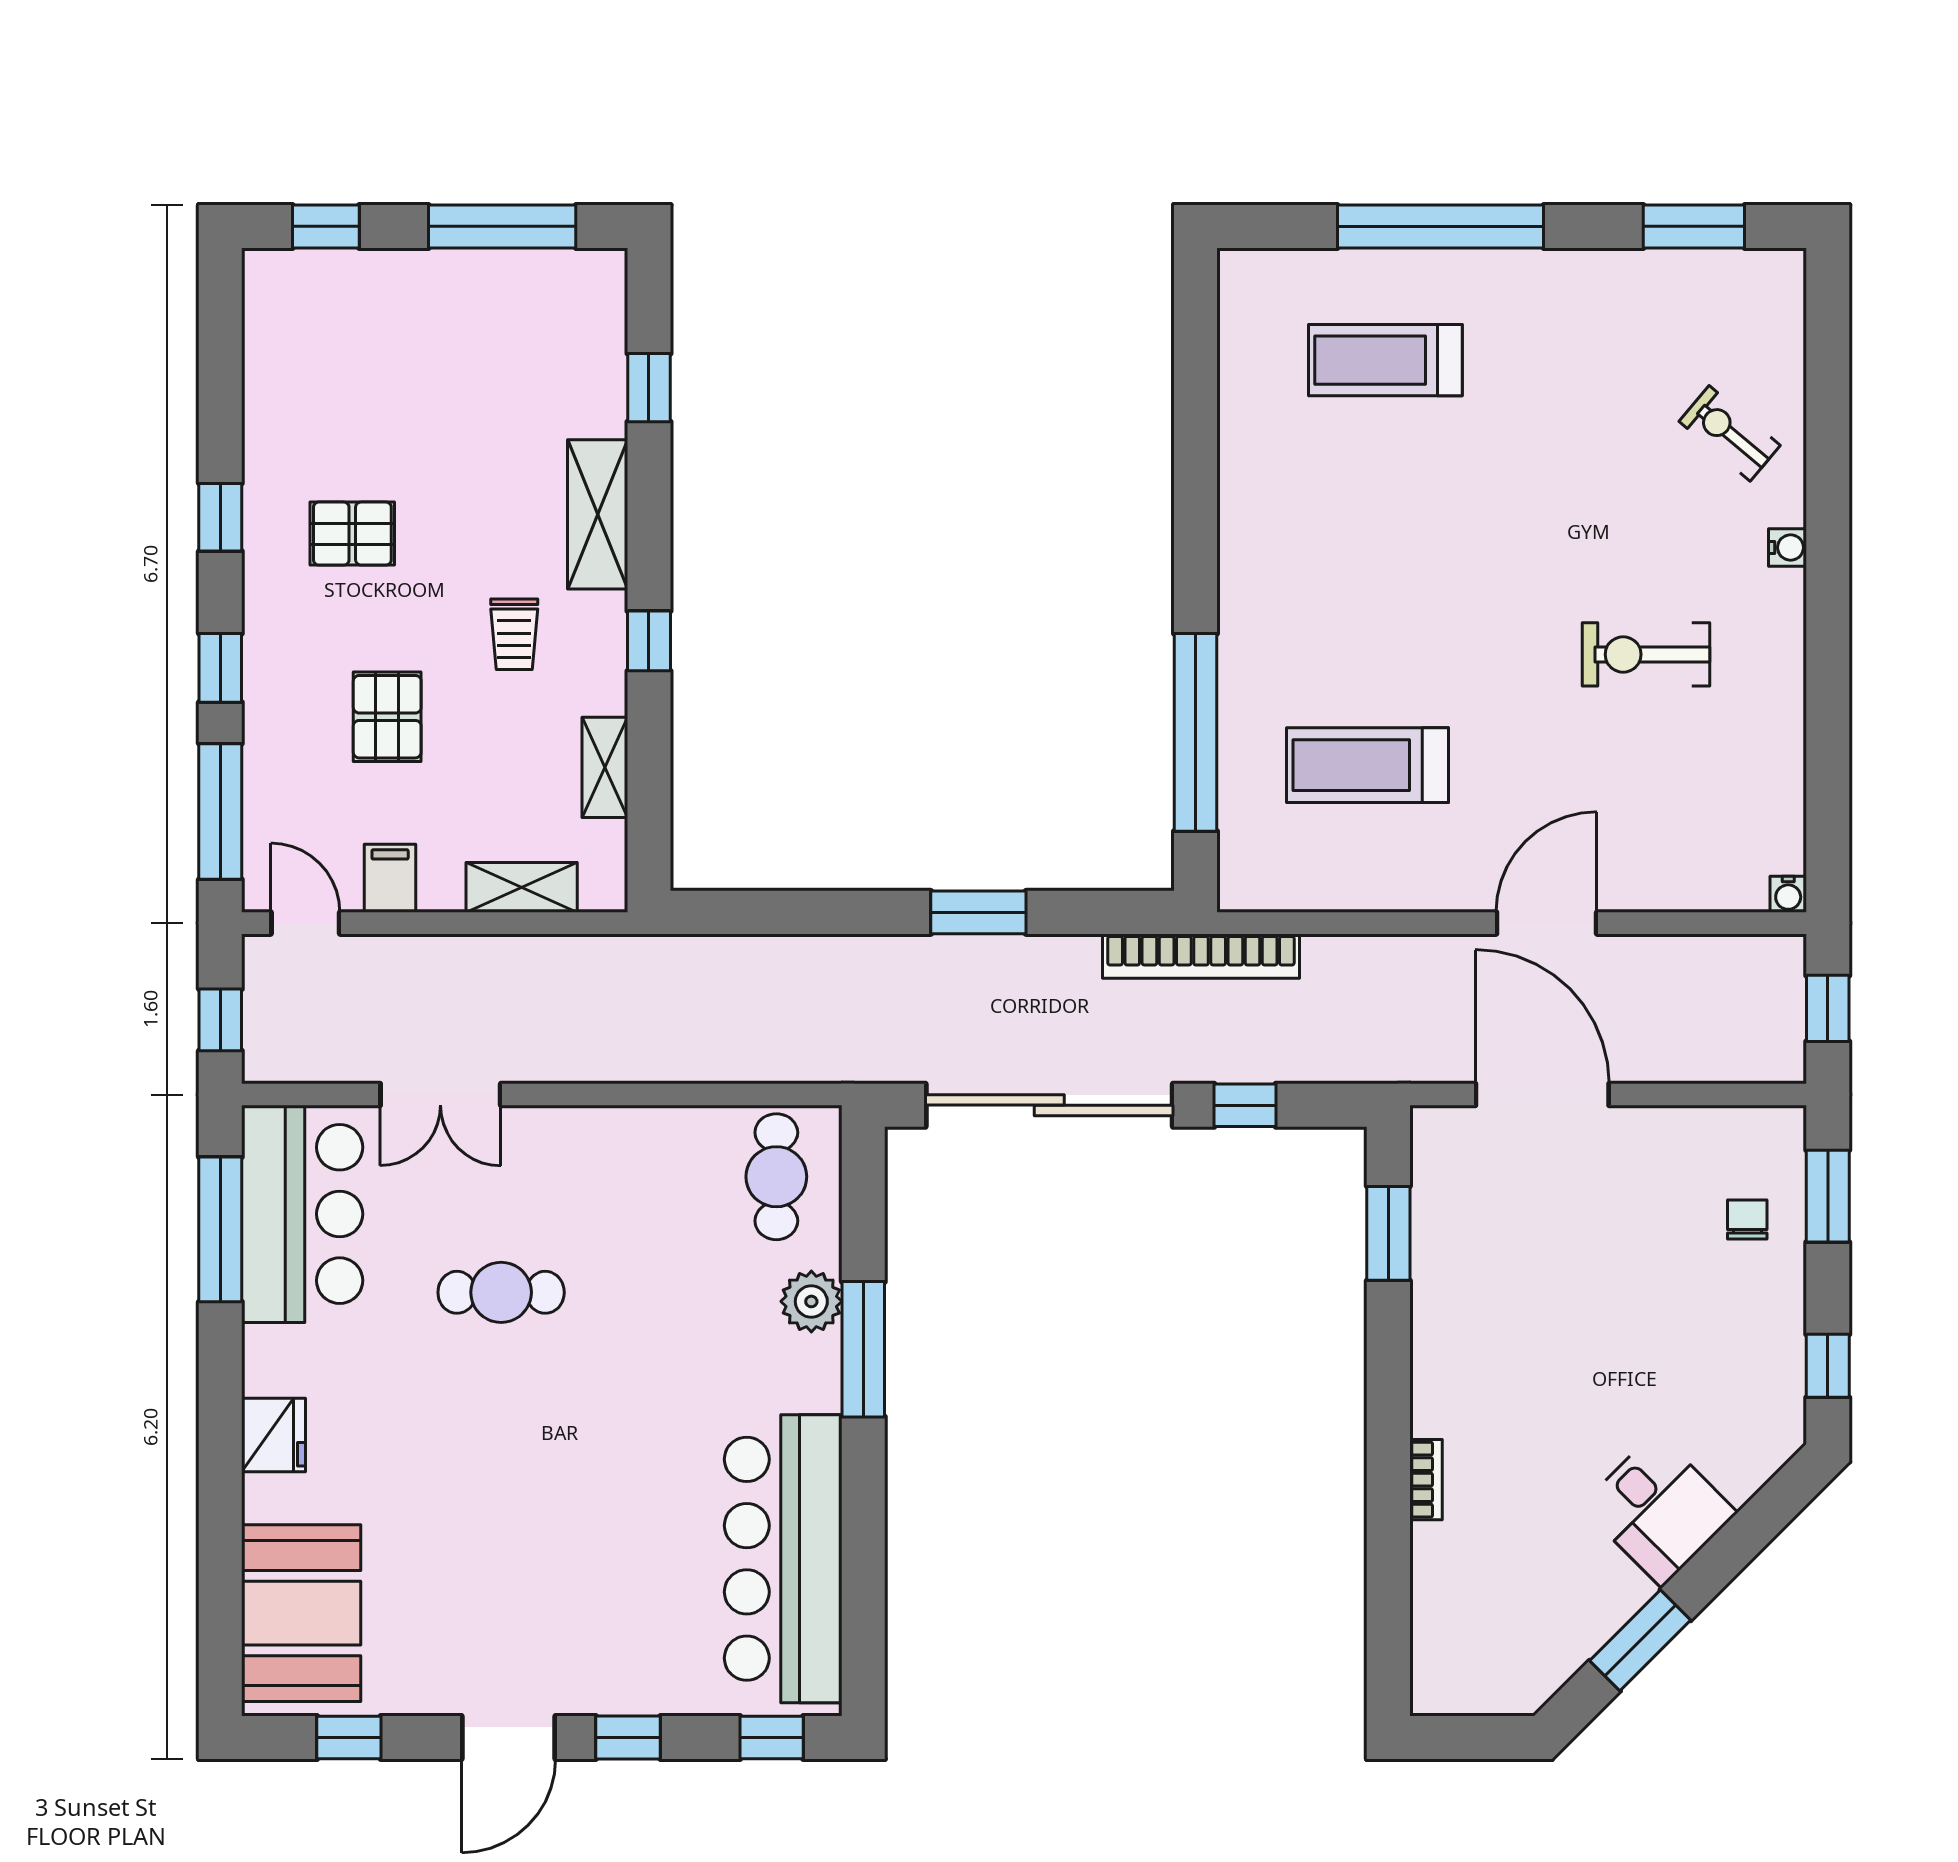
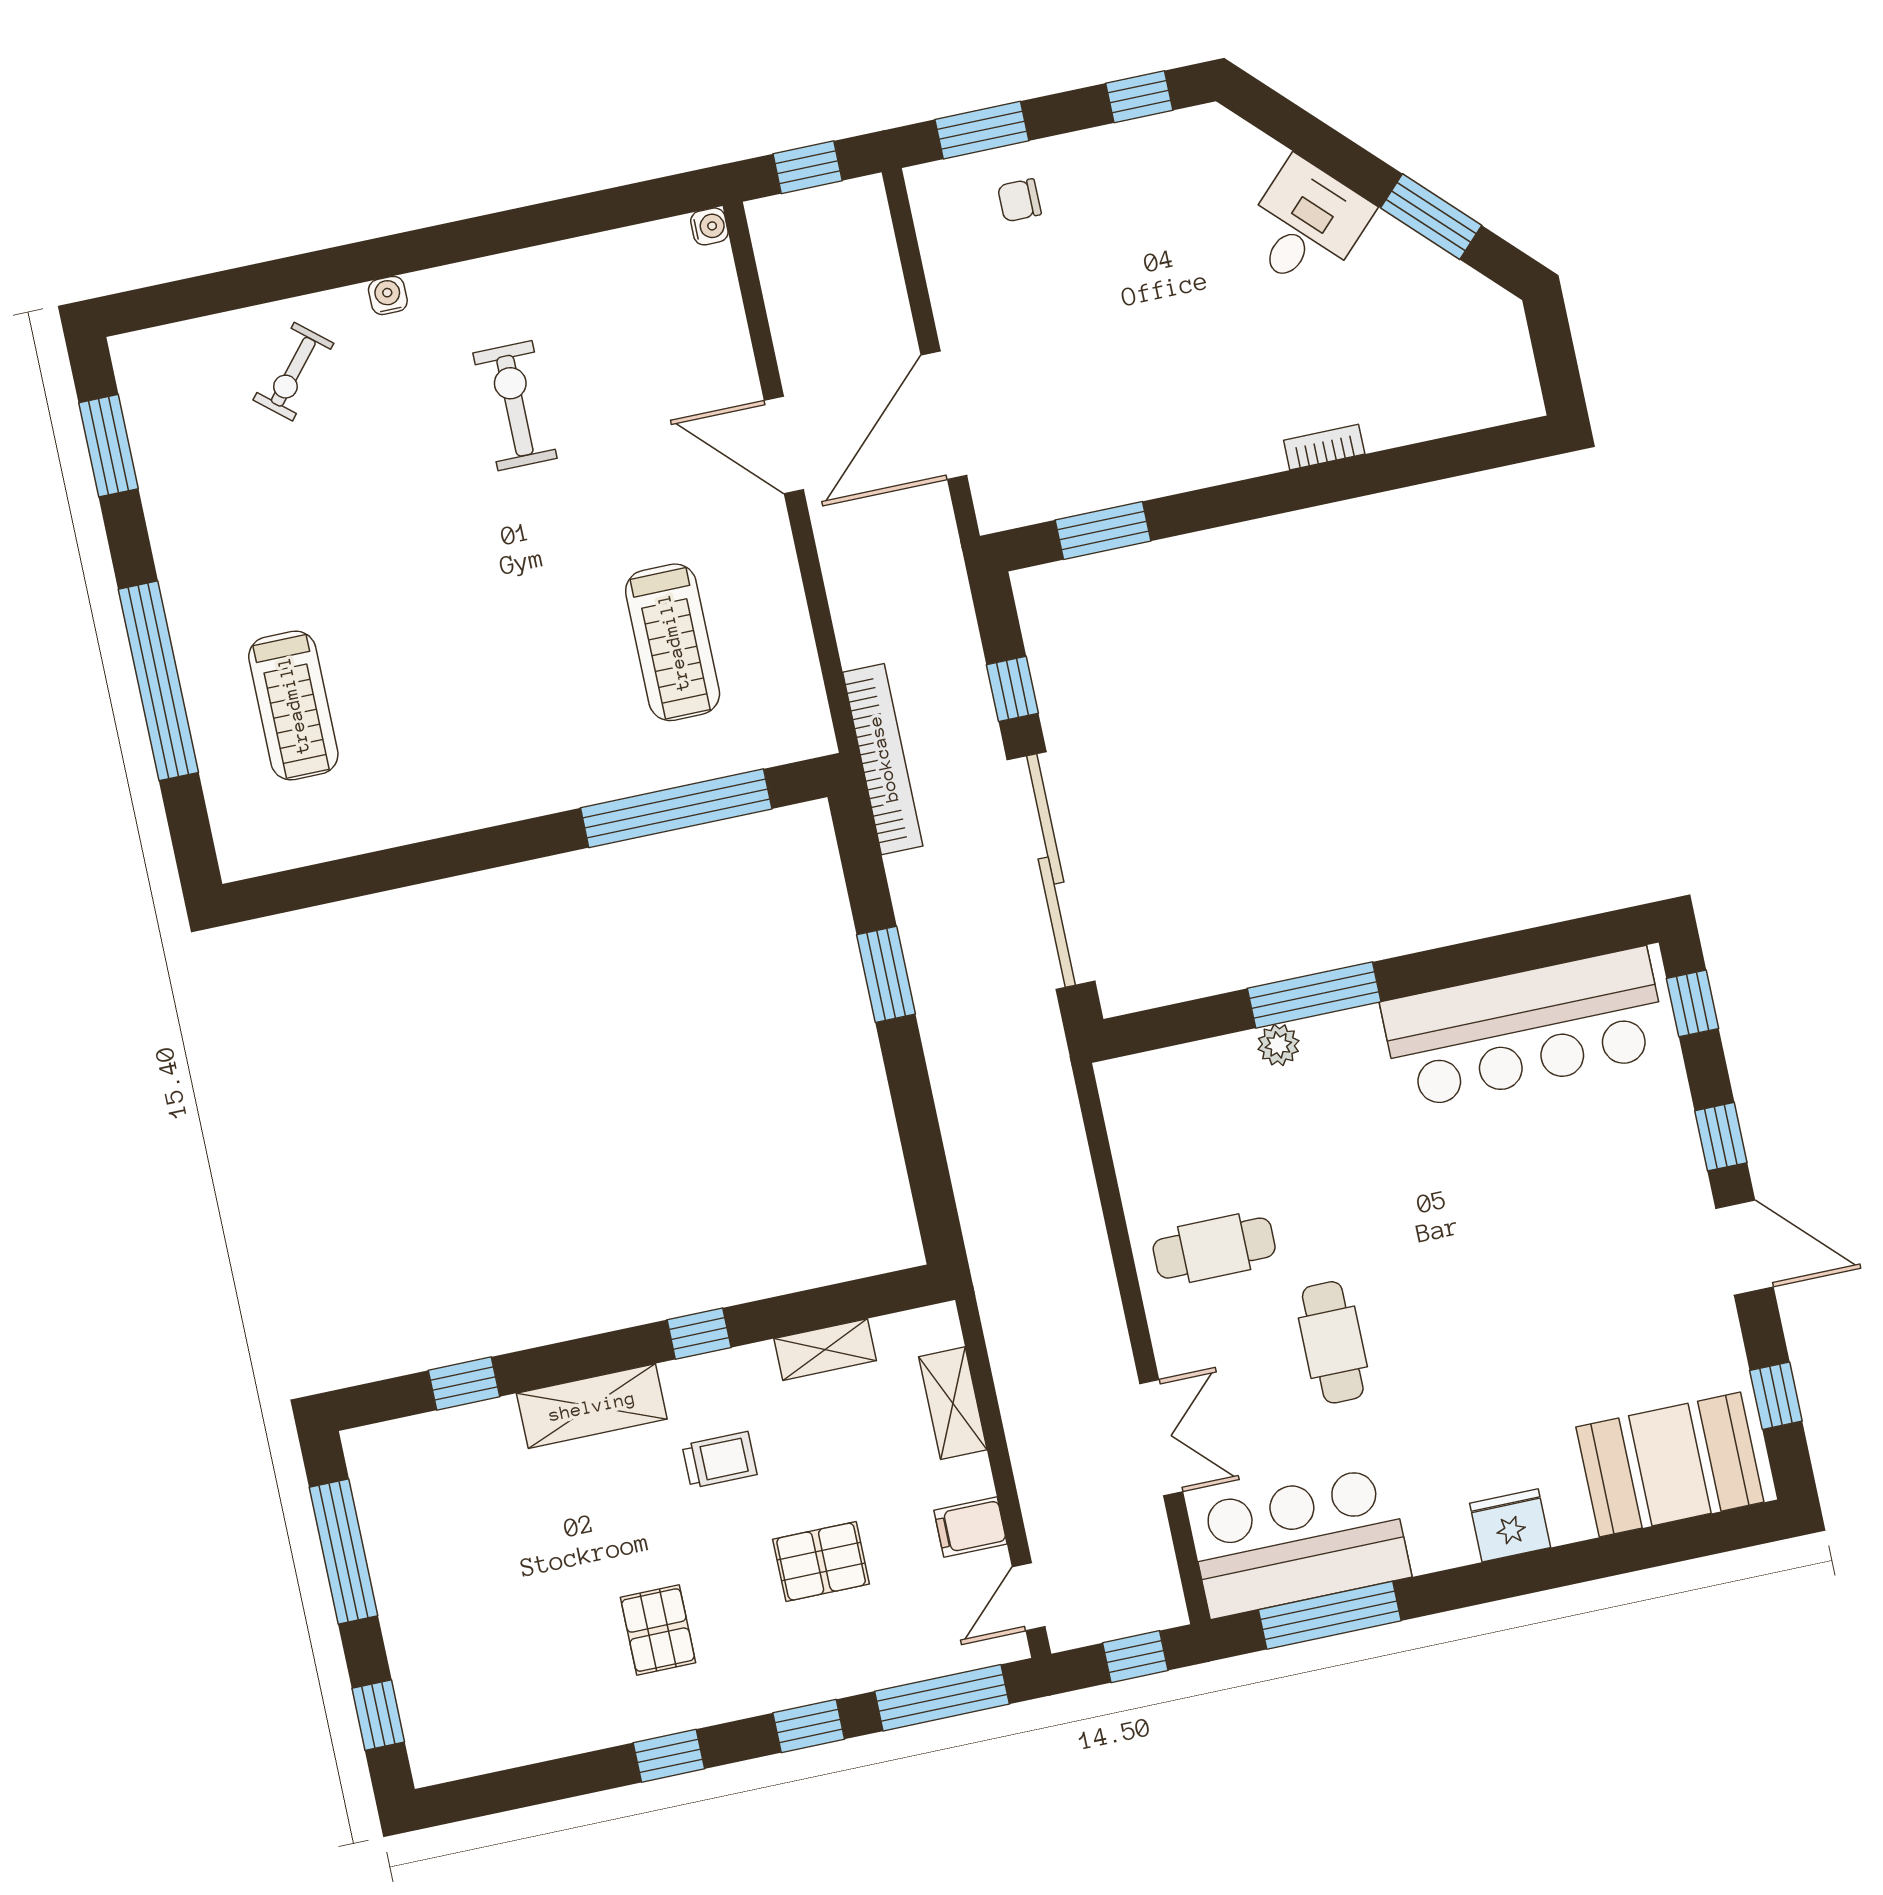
exercise bike: (1646, 654) -> (515, 406), turned 180
cafe table: (776, 1177) -> (1214, 1248), moved
plant: (811, 1301) -> (1278, 1045), width x0.73, depth x0.73

